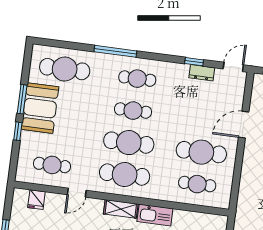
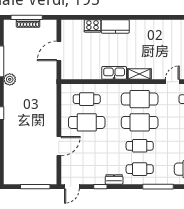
dresser: (202, 73) -> (114, 179), moved

